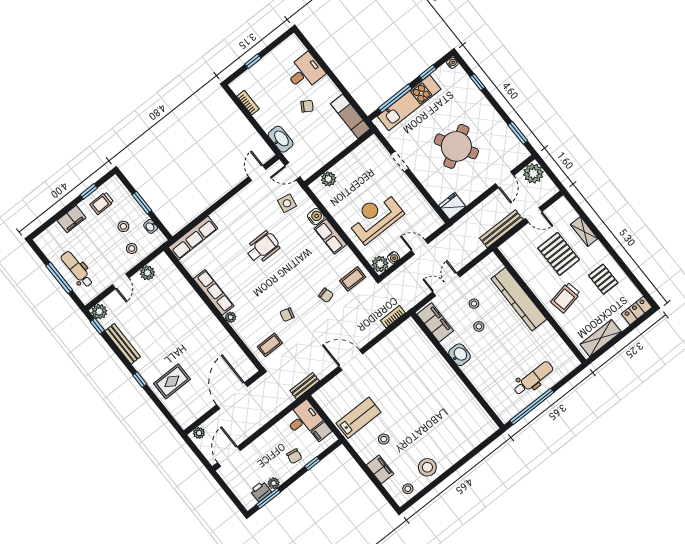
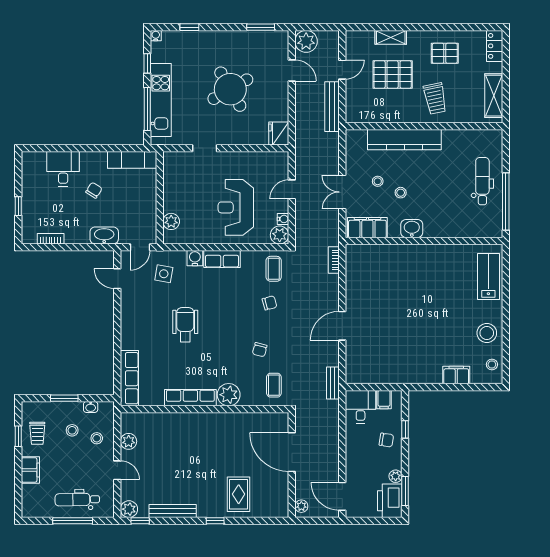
plant: (231, 317) -> (229, 395), width x1.87, depth x1.87
lab bench: (358, 418) -> (488, 277), moved
stool: (384, 439) -> (433, 351), removed
printer: (261, 491) -> (390, 501), width x1.87, depth x1.48

